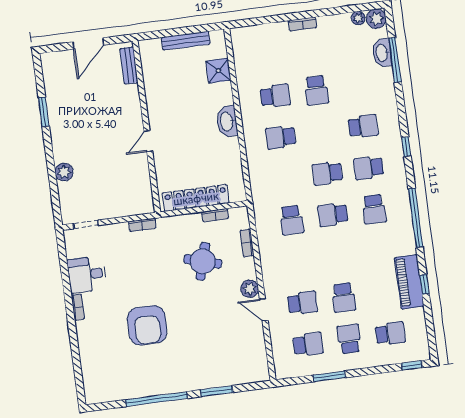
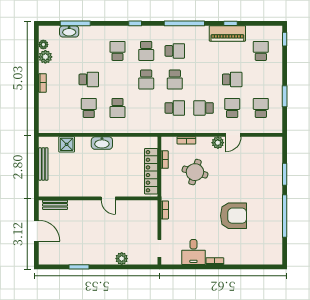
plant: (376, 19) -> (45, 57), moved
school desk: (349, 339) -> (203, 108), moved

